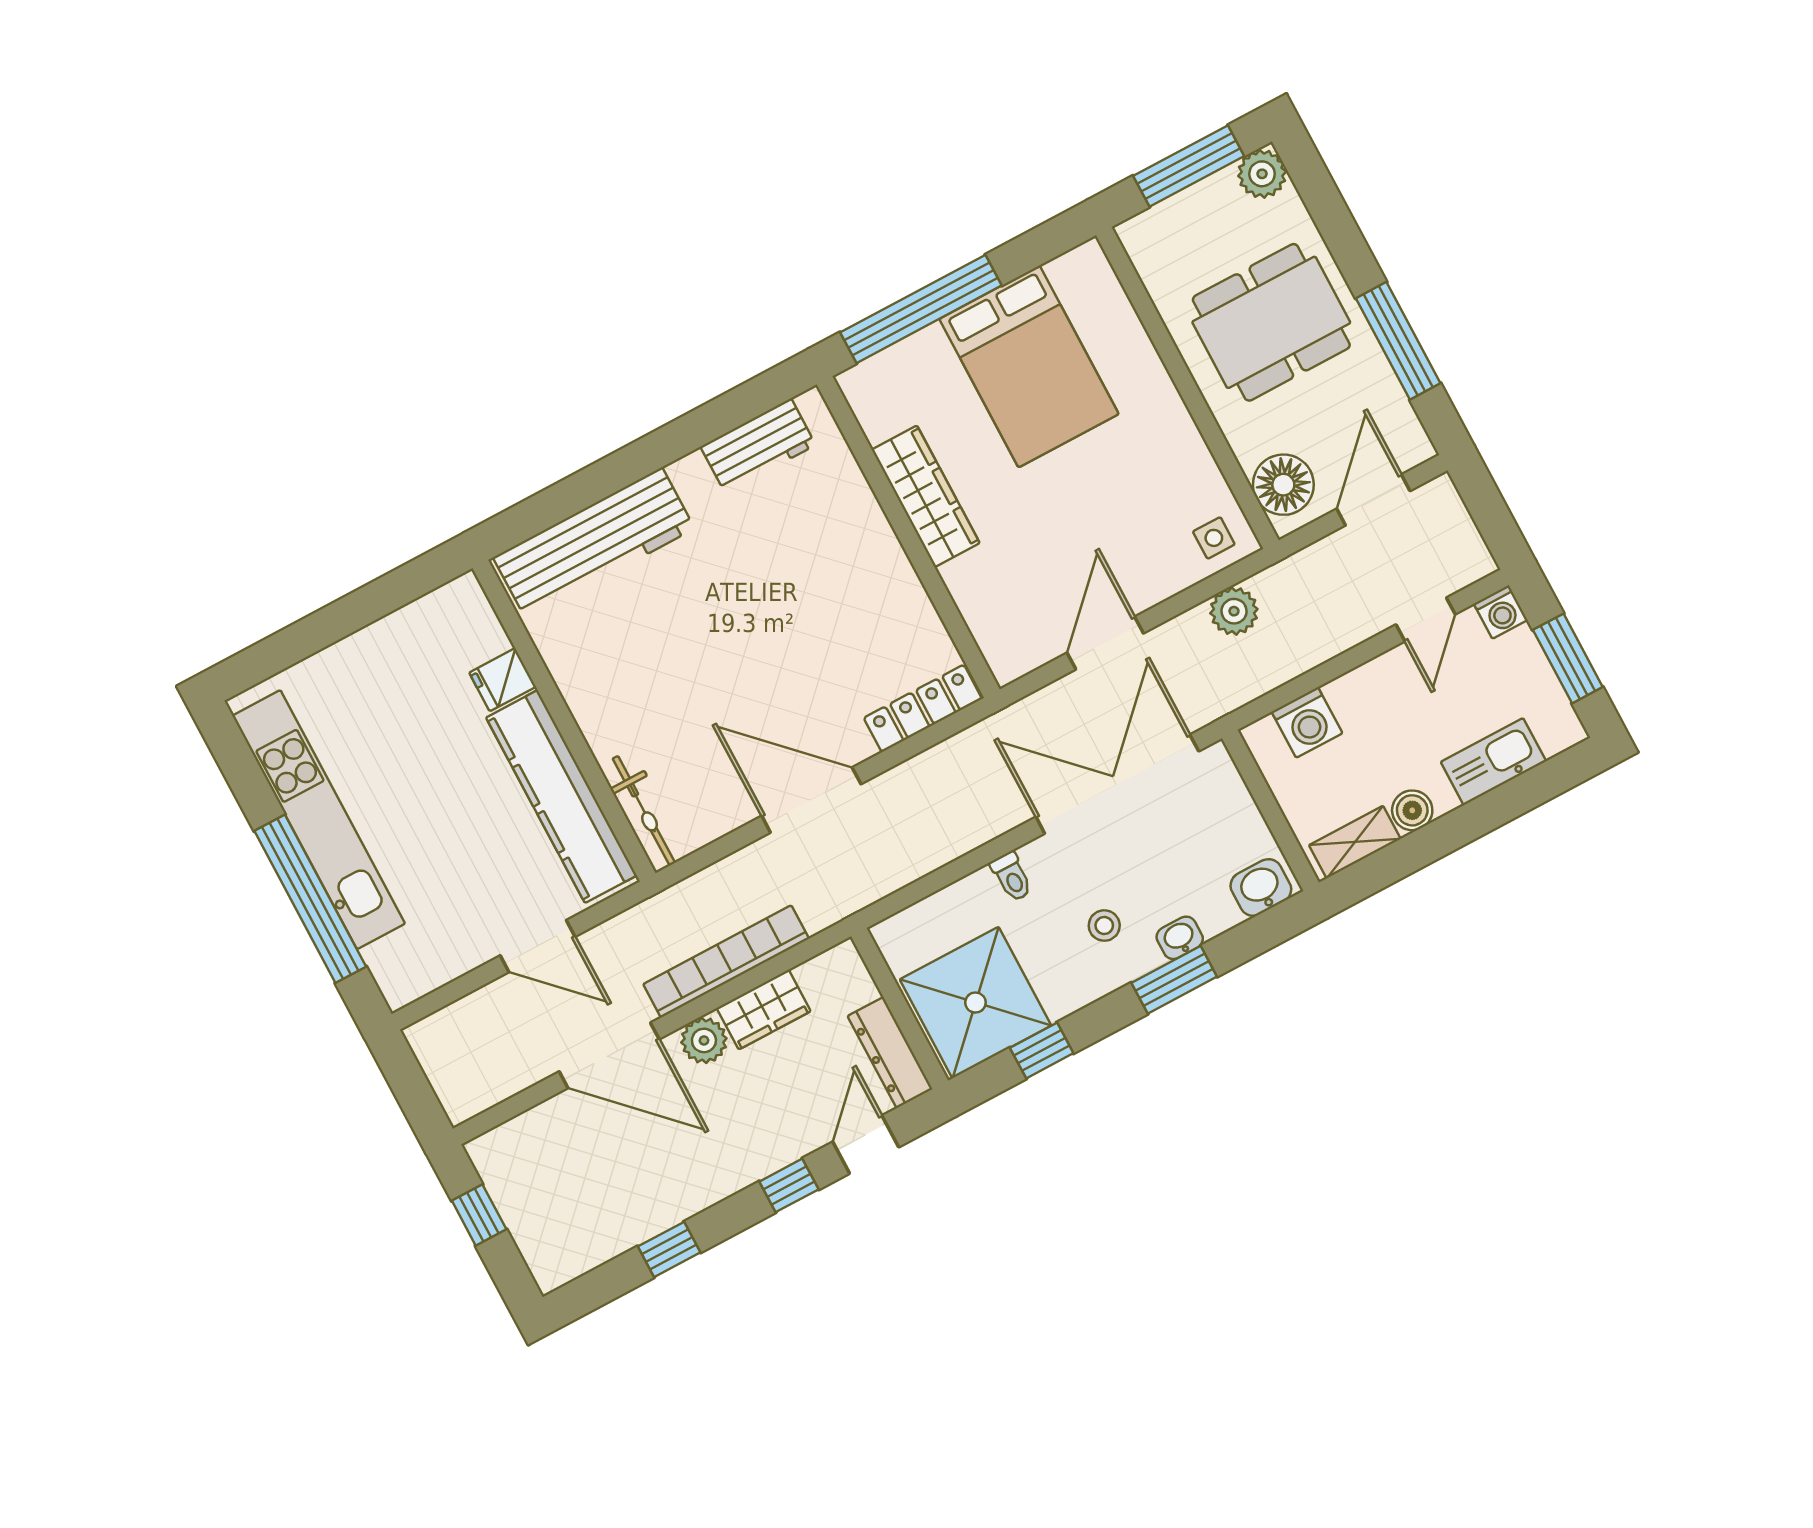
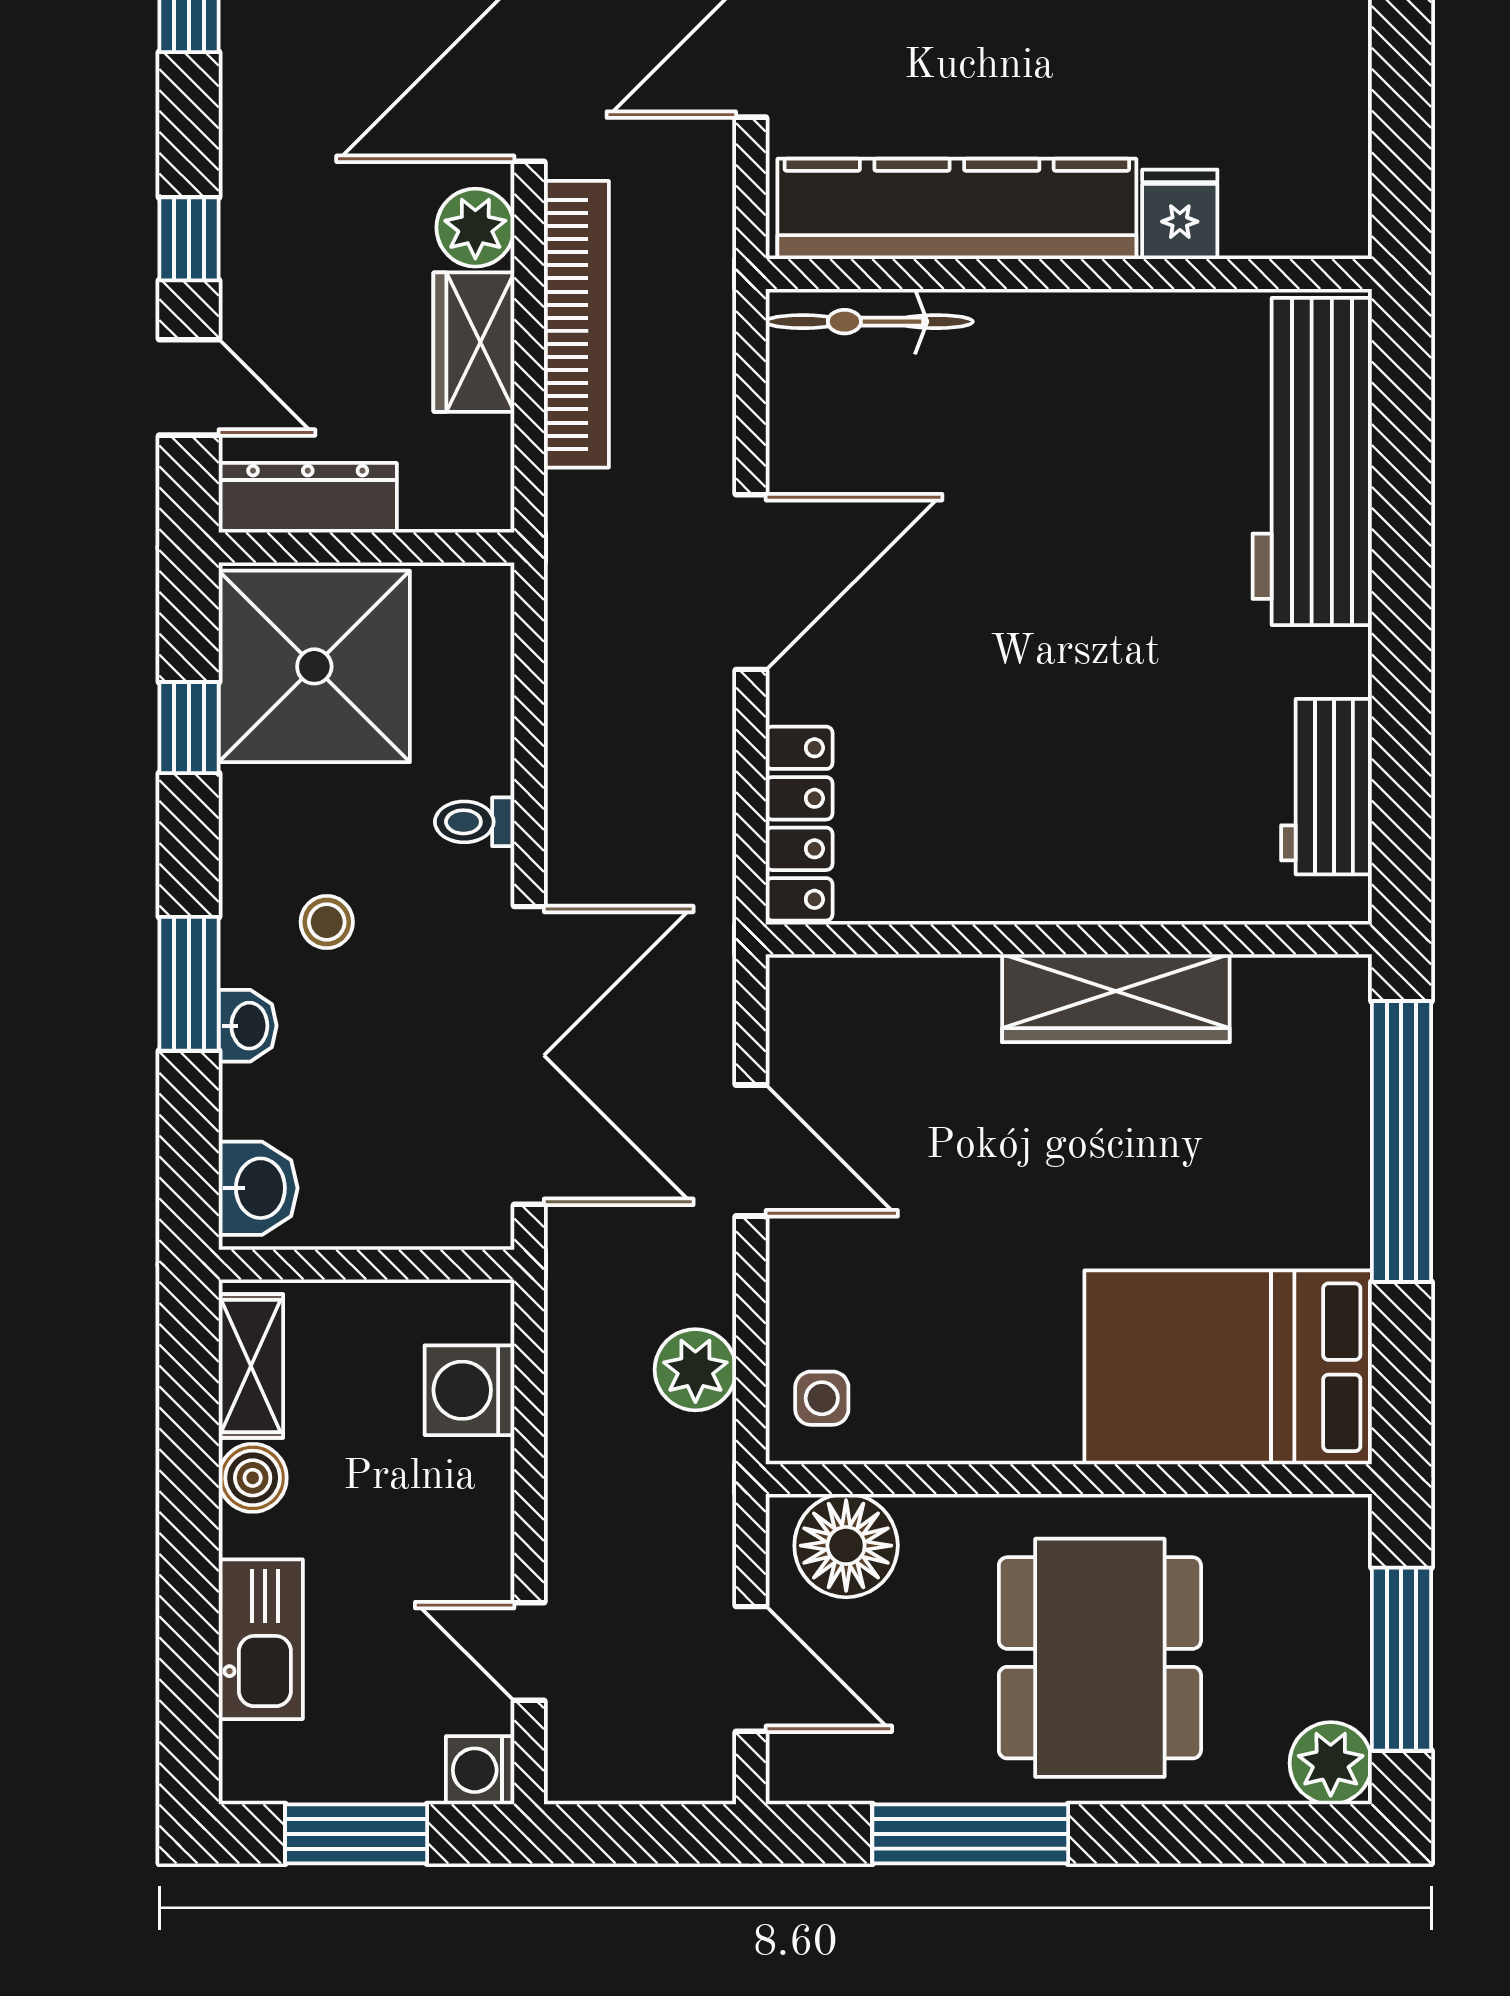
bed: (1029, 366) -> (1228, 1367), moved

